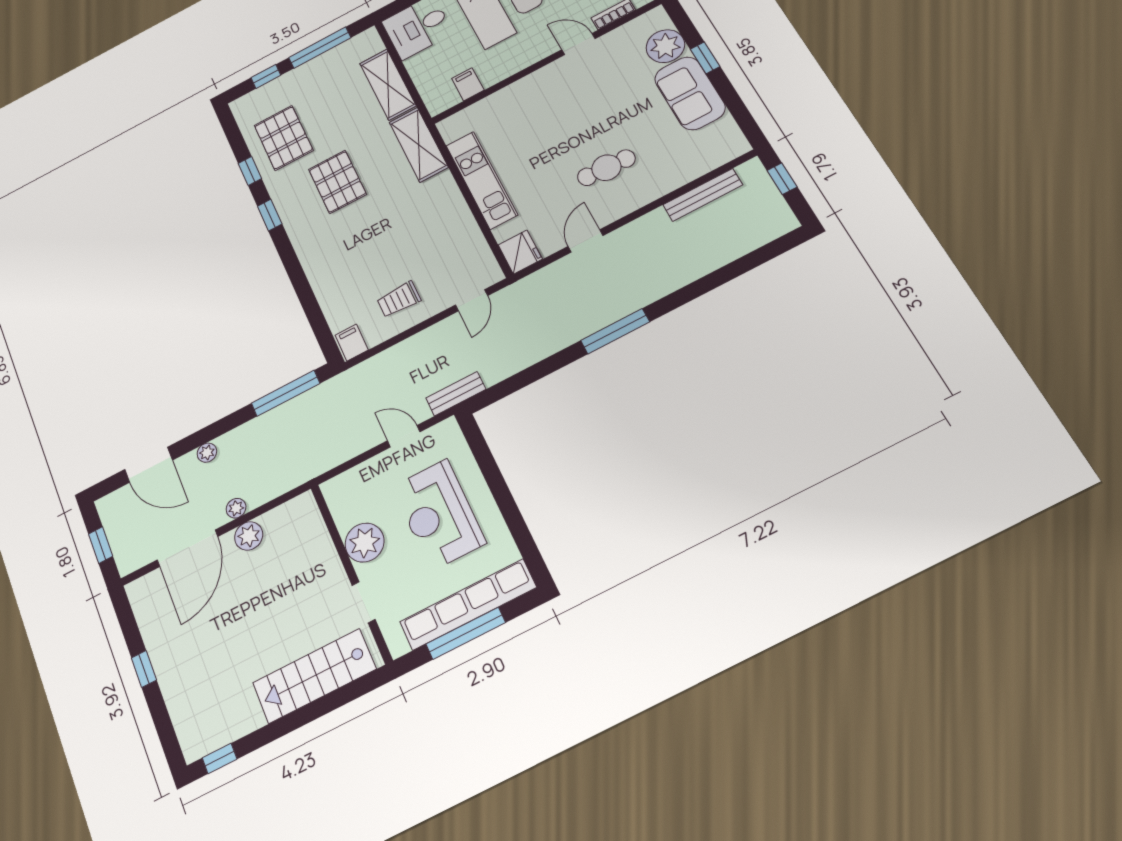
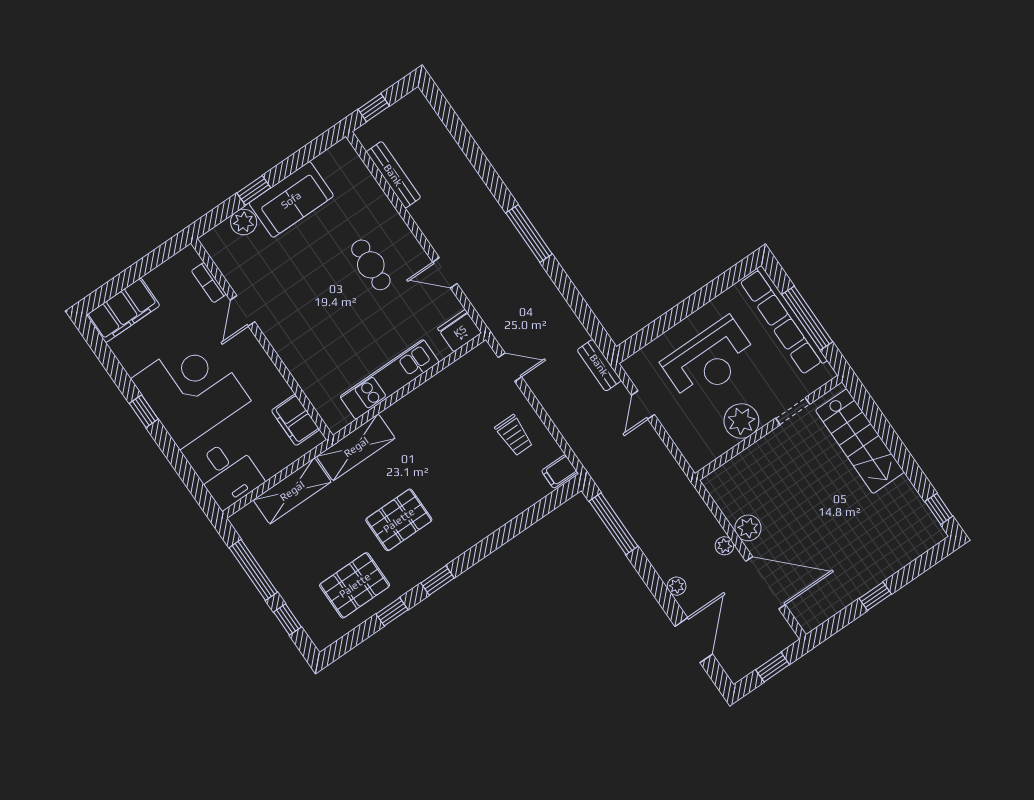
plant: (665, 46) -> (244, 222), width x0.73, depth x0.73
filing cabinet: (468, 84) -> (295, 420), width x2.00

